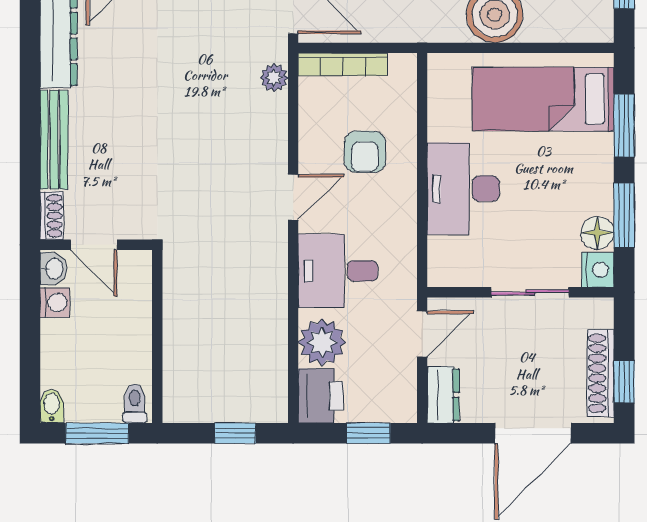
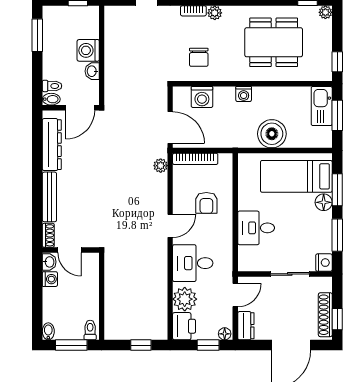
desk: (463, 189) -> (256, 228), width x0.73
floor lamp: (597, 233) -> (324, 202), moved
floor lamp: (401, 411) -> (225, 334), added

